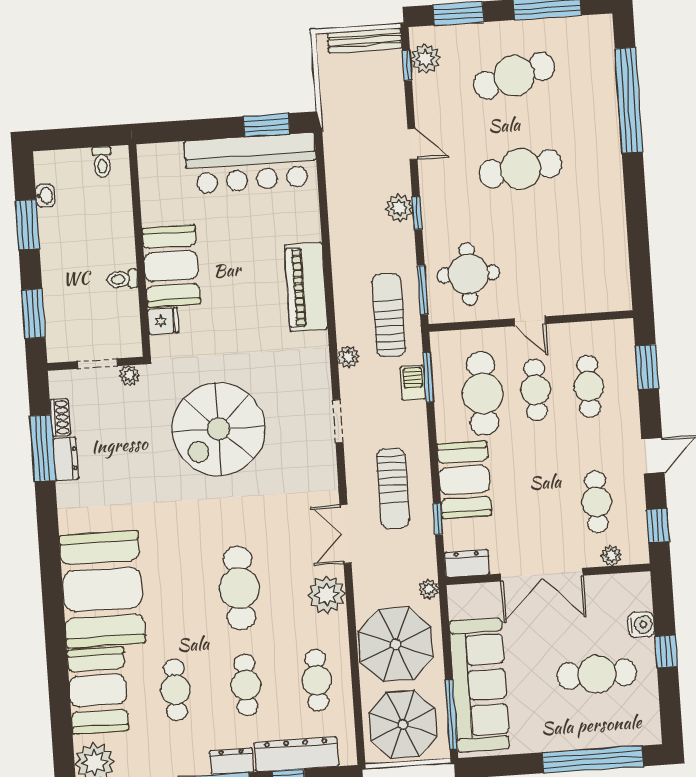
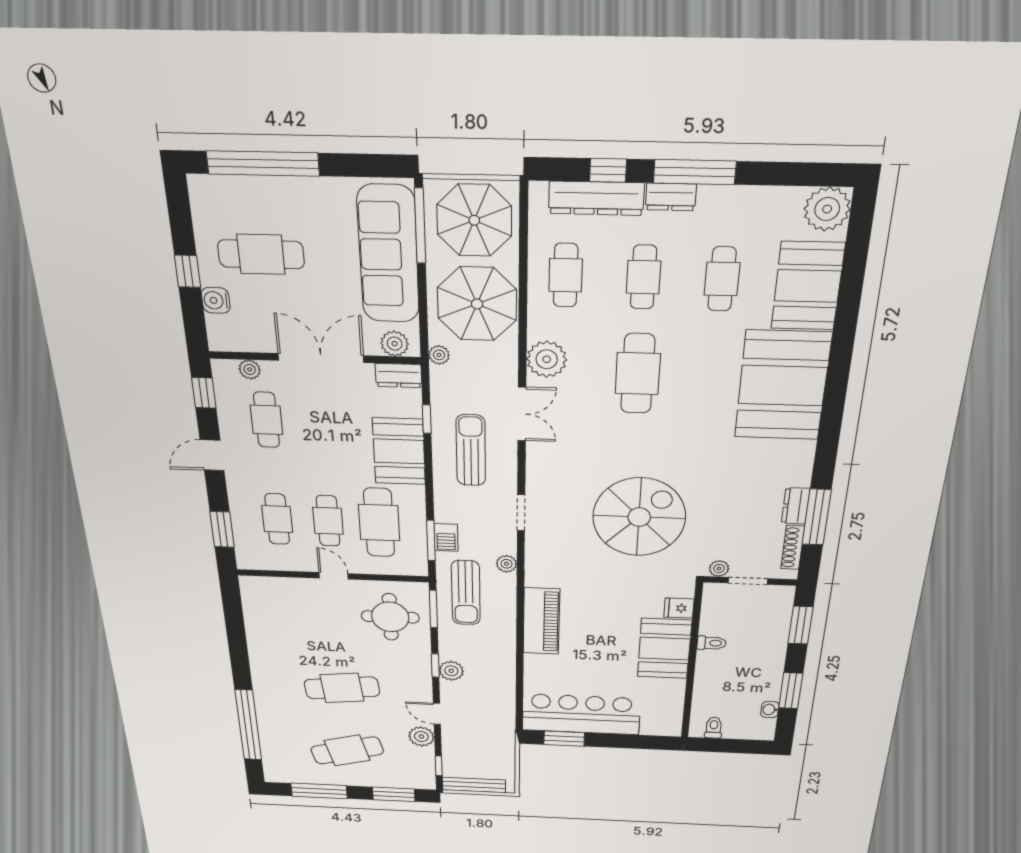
plant: (425, 59) -> (421, 737), moved
shoe rack: (60, 417) -> (793, 548), width x1.43
plant: (472, 597) -> (395, 344), added

